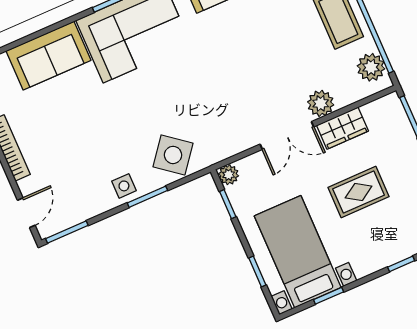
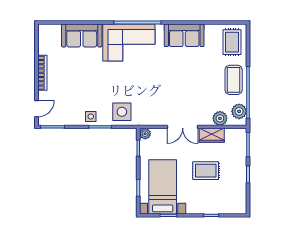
plant: (321, 103) -> (220, 118), moved
side table: (173, 155) -> (122, 112), turned -38

